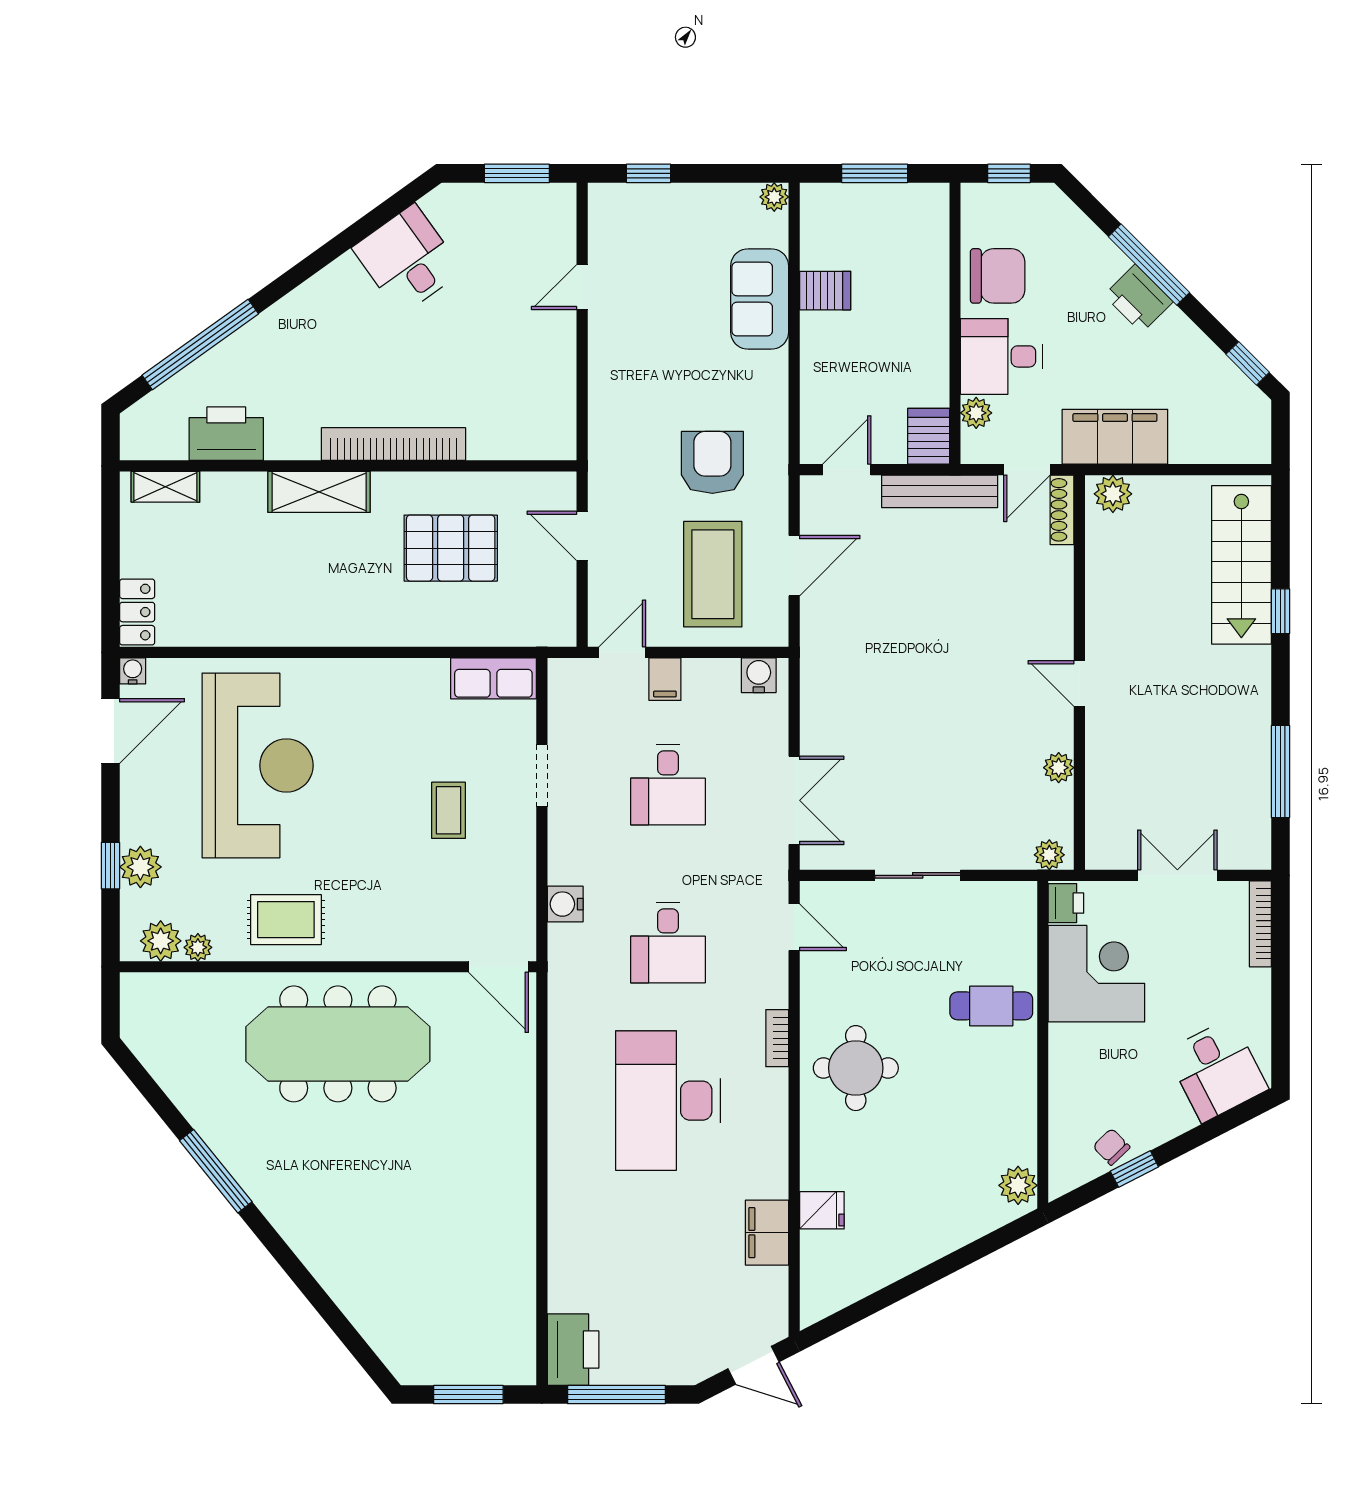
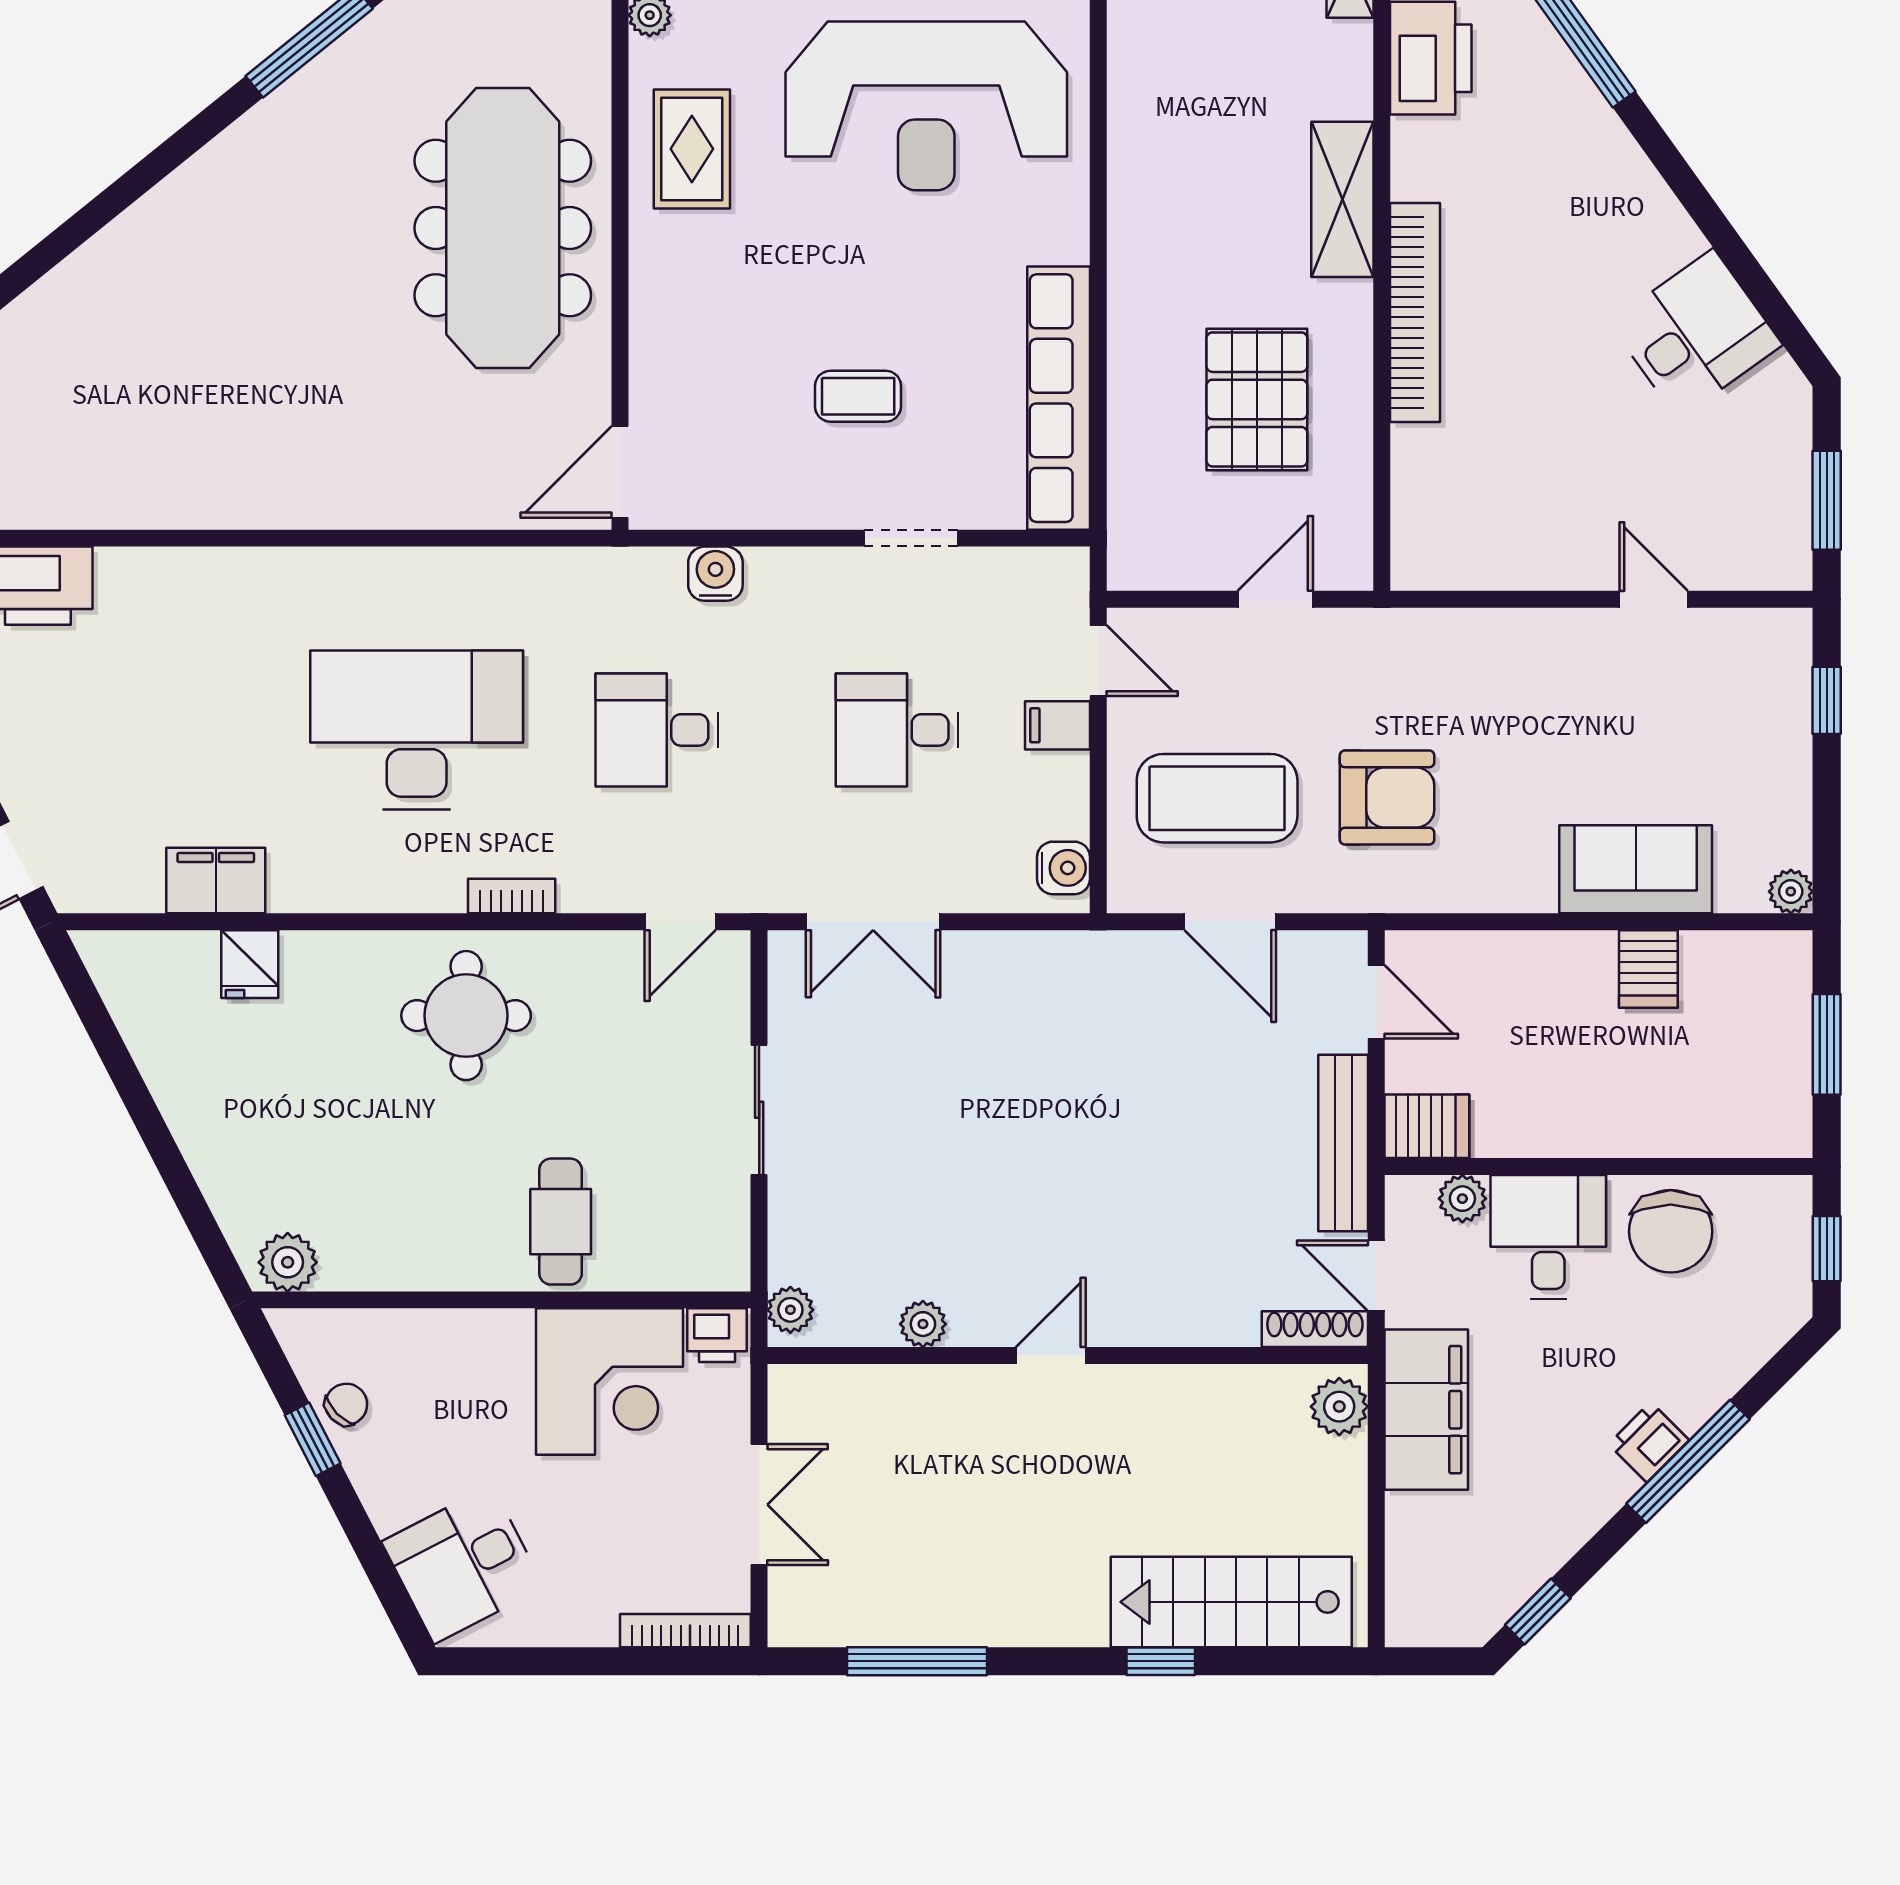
printer: (1138, 298) -> (1649, 1442), width x0.73, depth x0.81
row of seats: (493, 678) -> (1059, 398), width x2.02

